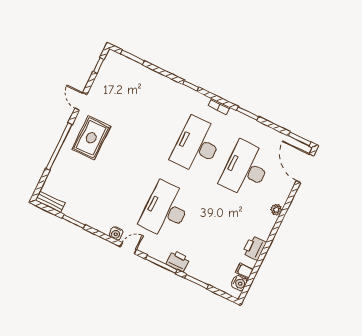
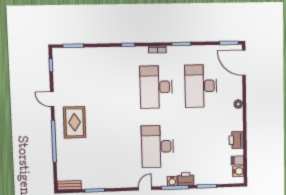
water cooler: (116, 233) -> (172, 181), moved

